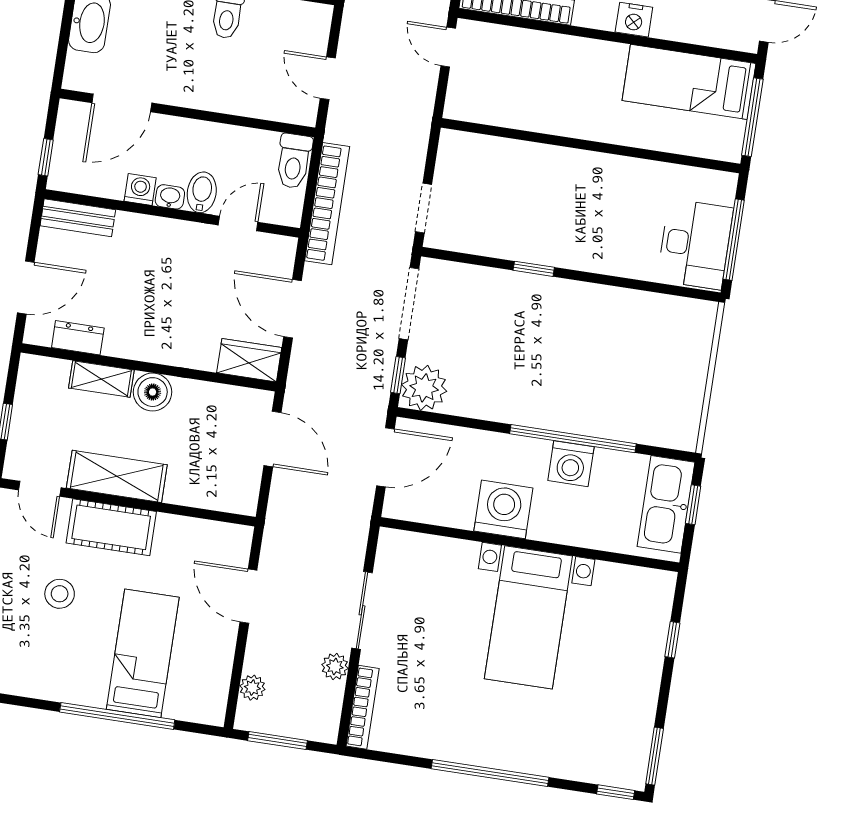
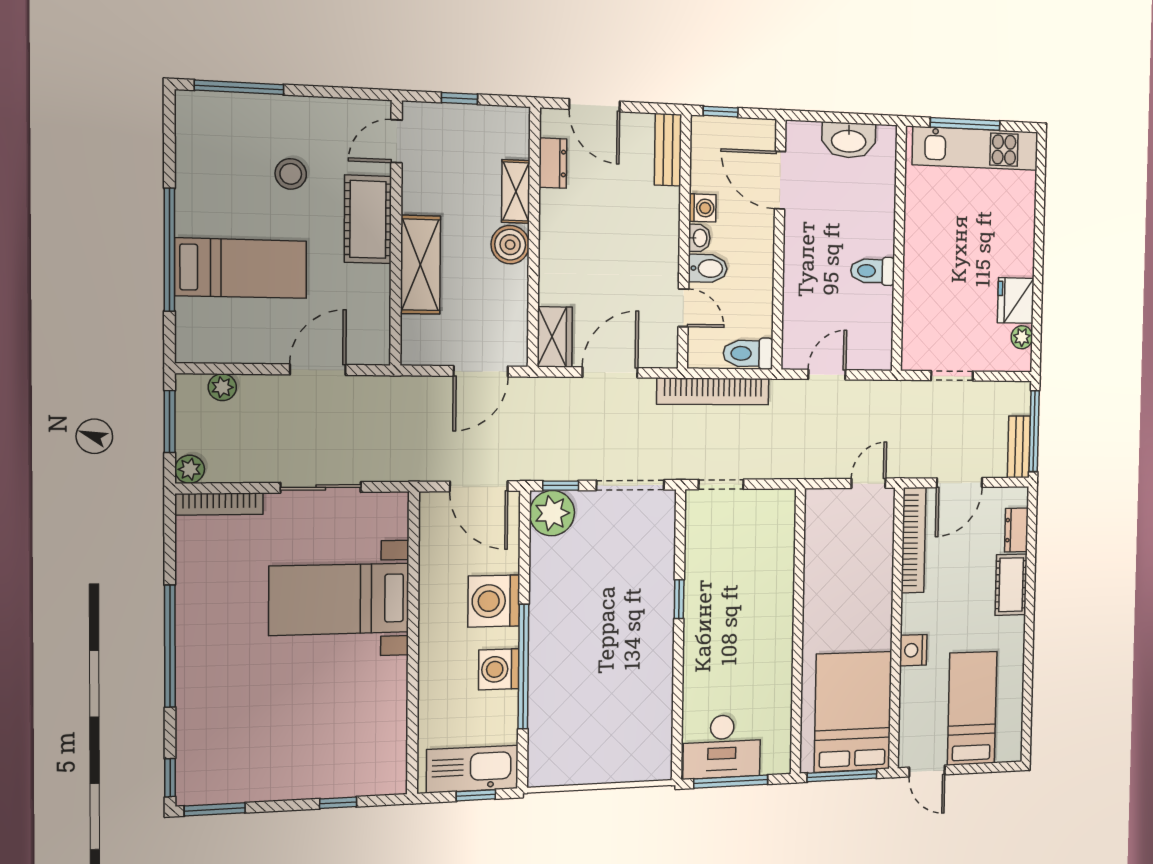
bed: (689, 82) -> (853, 712), width x1.50
shelving: (117, 476) -> (420, 265), moved
washing machine: (503, 509) -> (494, 601), moved, turned 180
bed with nightstands: (528, 617) -> (339, 599), moved
plant: (335, 667) -> (190, 469), moved

